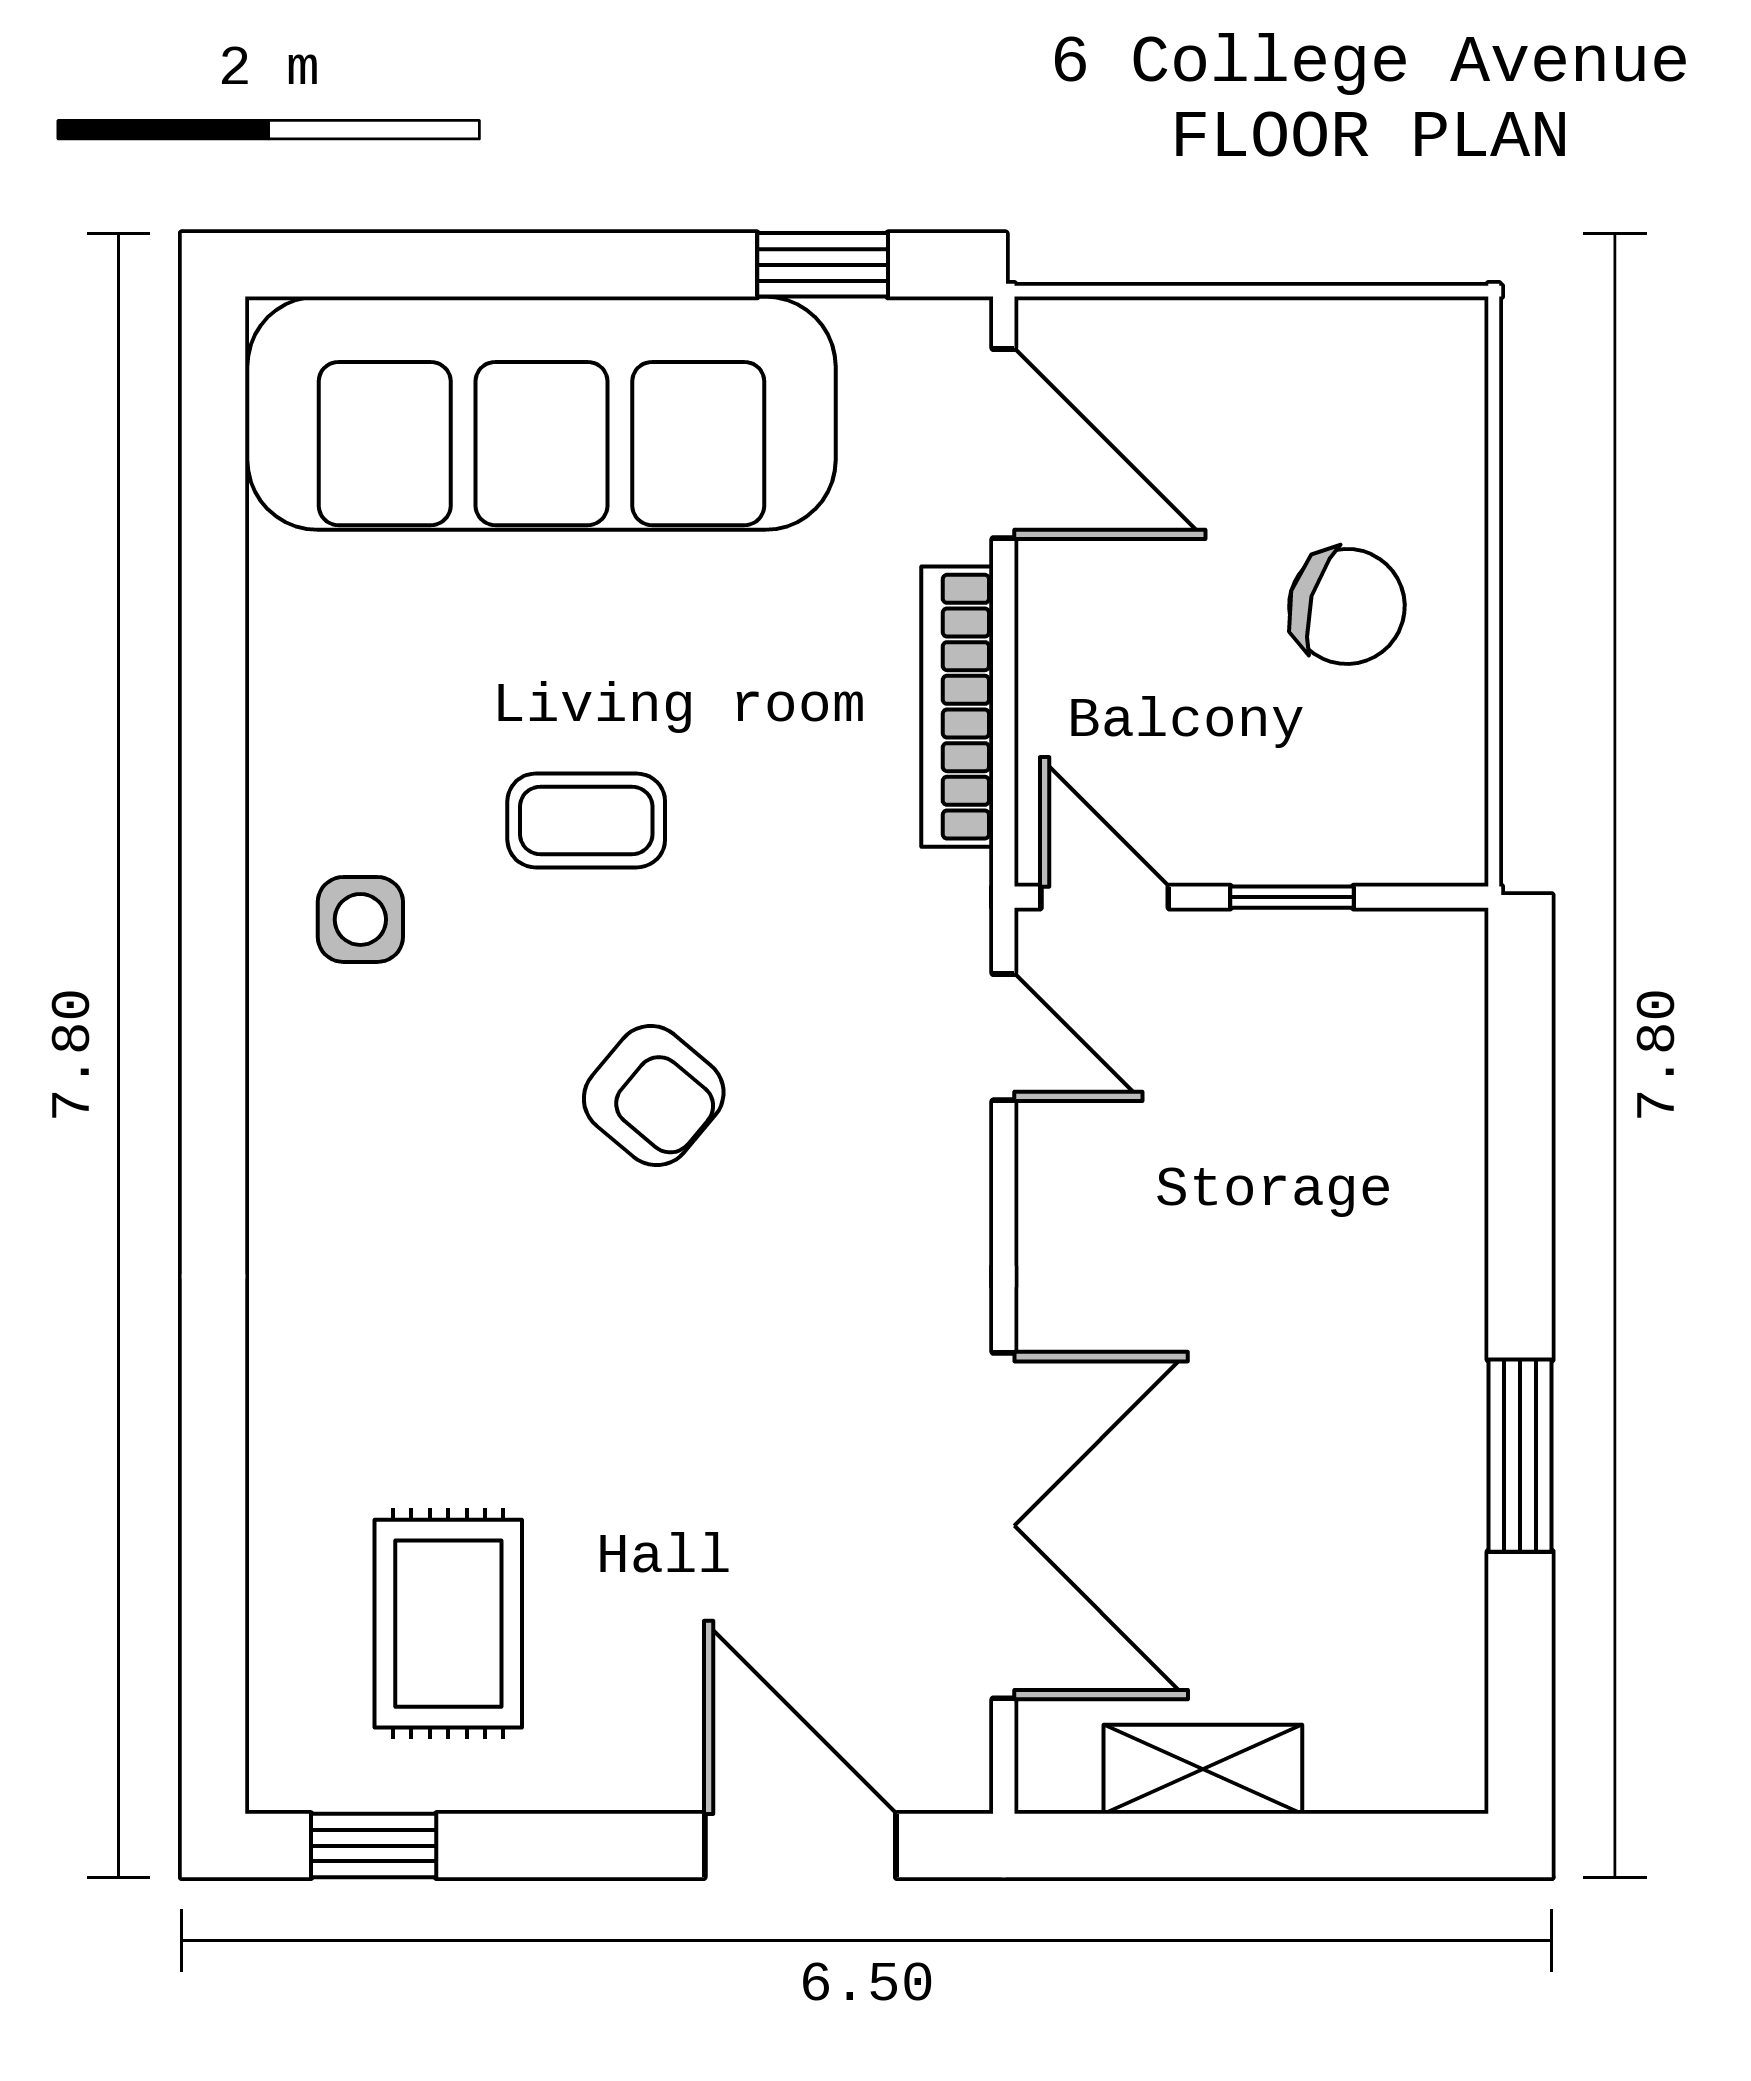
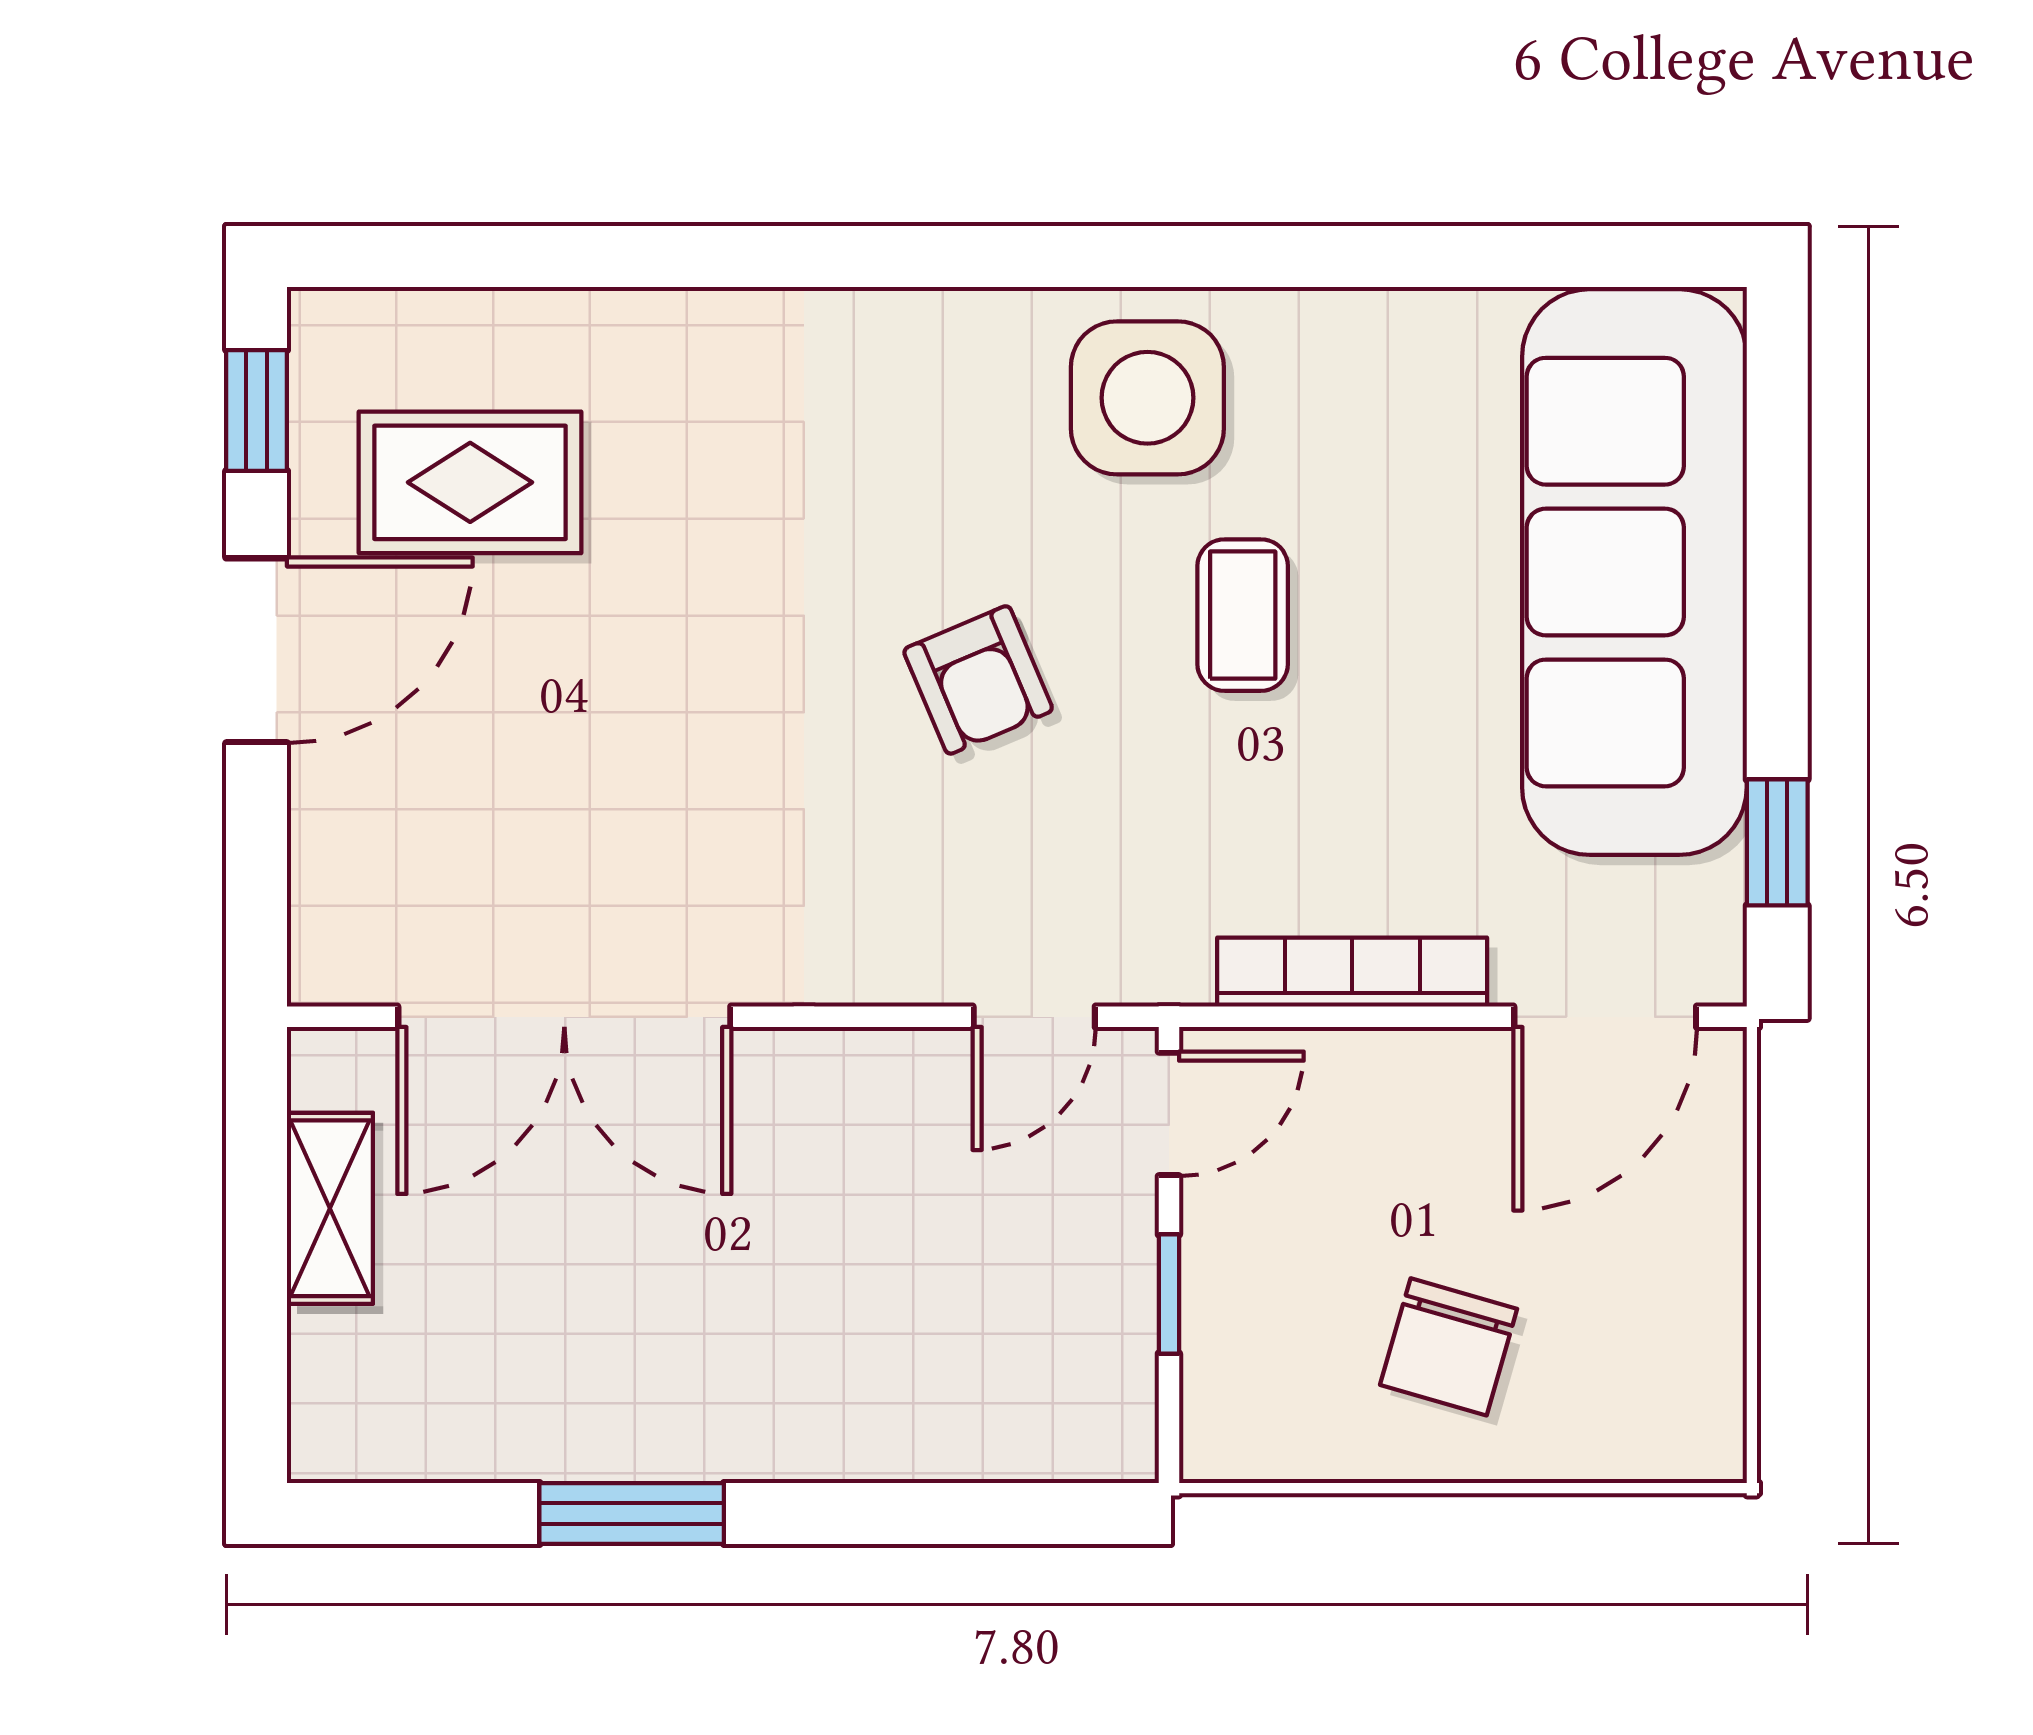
side table: (360, 919) -> (1147, 398), width x1.87, depth x1.87
armchair: (654, 1096) -> (978, 680), turned -63
door: (800, 1846) -> (257, 650), moved

